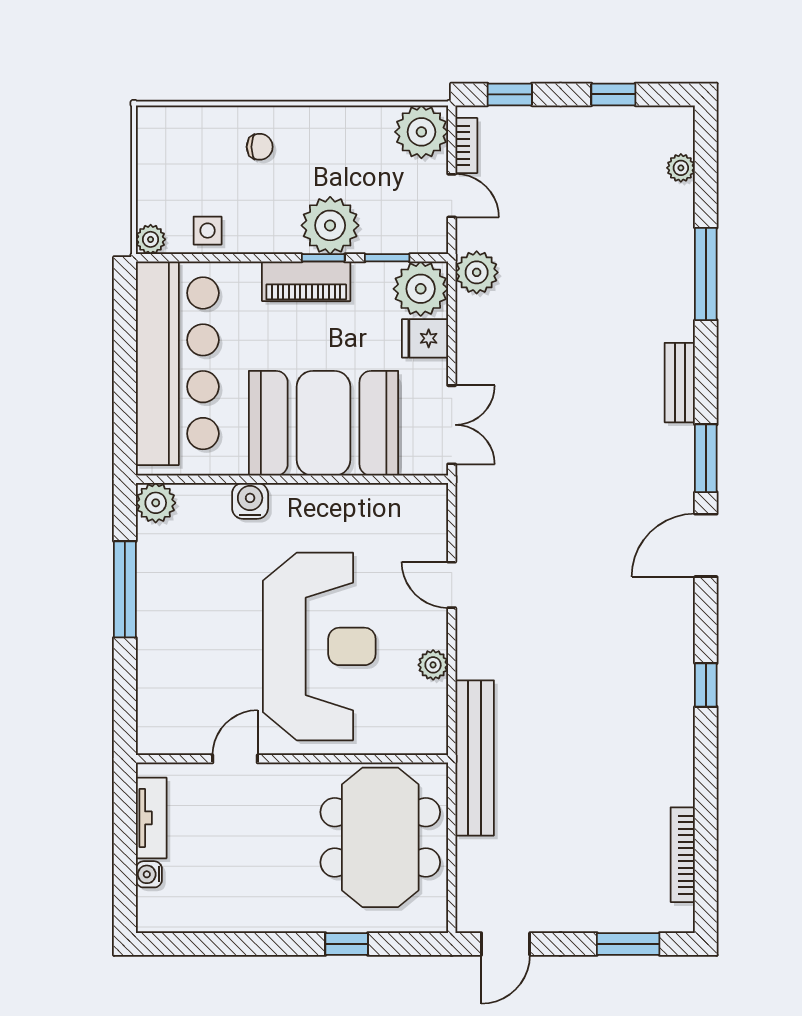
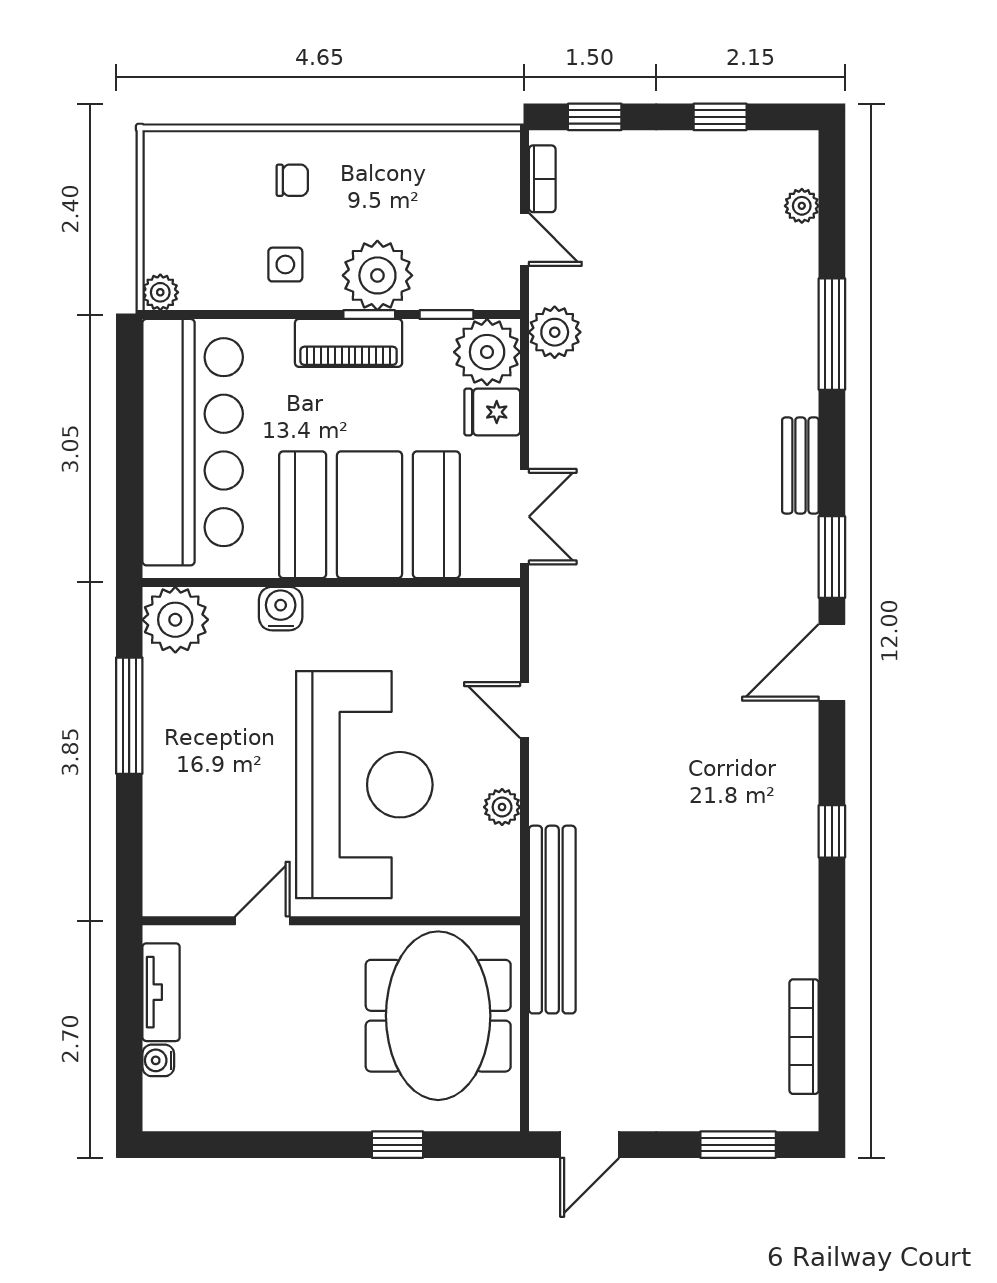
plant: (421, 132) -> (488, 162), removed
side table: (208, 231) -> (285, 265), moved
plant: (156, 503) -> (175, 620), width x1.36, depth x1.36

